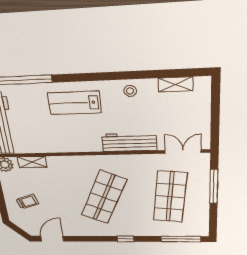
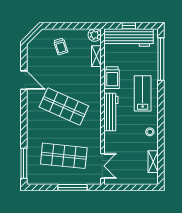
workbench: (129, 142) -> (111, 112), moved
trolley: (58, 143) -> (112, 78), added
door: (52, 239) -> (24, 80), moved
window: (126, 239) -> (24, 120), removed

